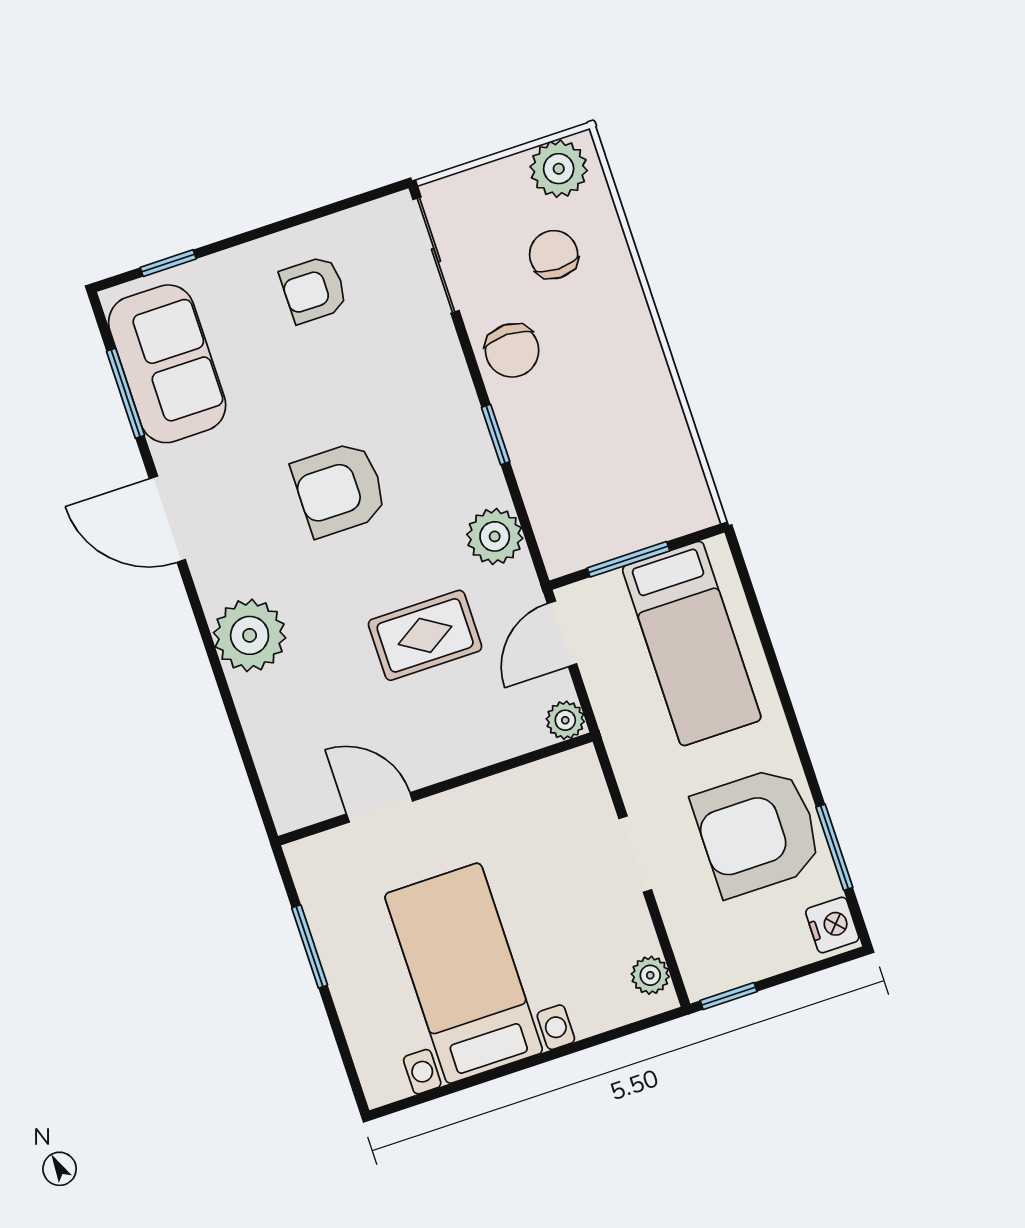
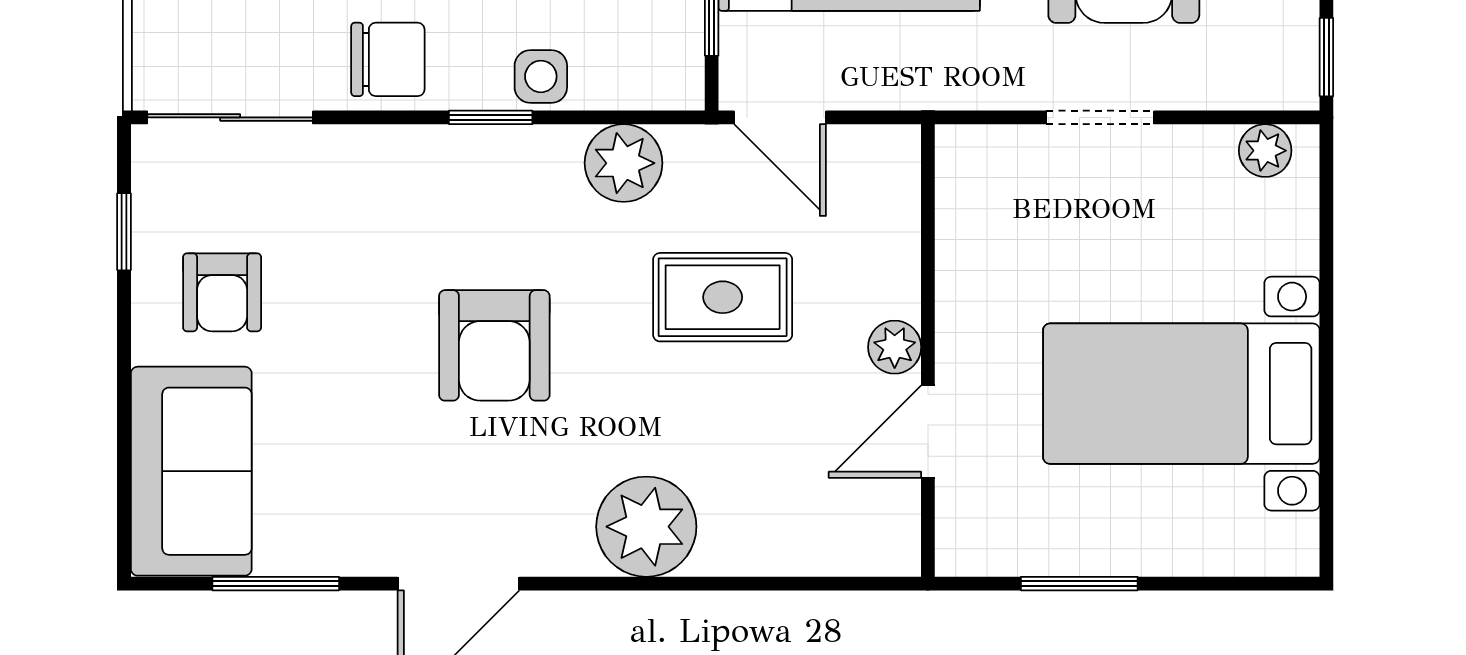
window: (168, 263) -> (124, 232), moved
sofa: (167, 364) -> (191, 471), moved, turned 90
side table: (535, 460) -> (541, 76), added
rug: (425, 635) -> (723, 297), turned 90
plant: (565, 720) -> (895, 347), moved

